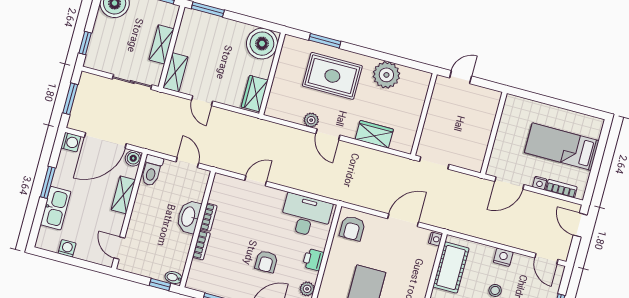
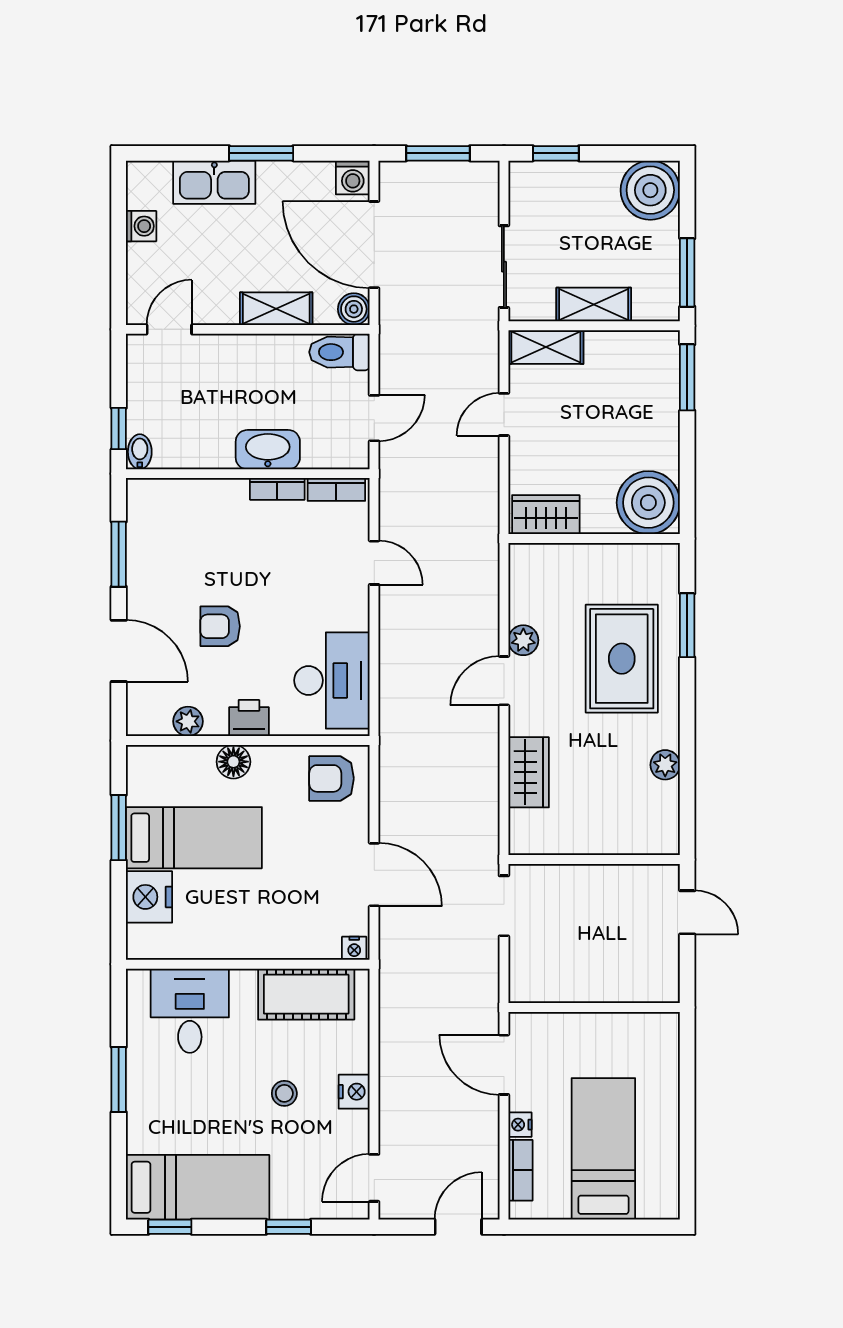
plant: (386, 75) -> (665, 765), width x0.53, depth x0.53
bookcase: (201, 245) -> (336, 489), moved
floor lamp: (332, 272) -> (233, 762), added

